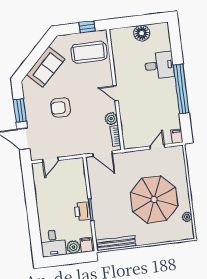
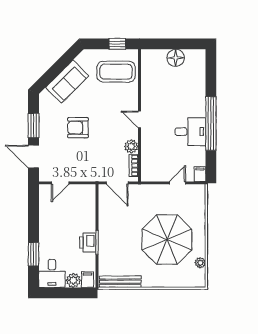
desk: (159, 65) -> (190, 132), moved
window: (34, 228) -> (34, 254), added

